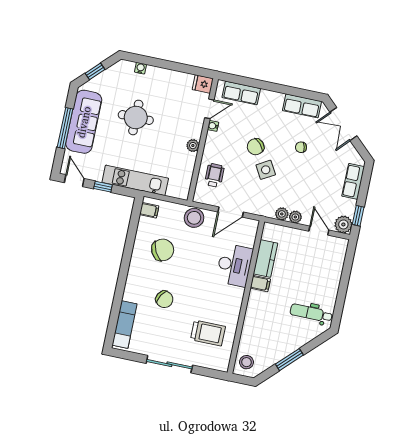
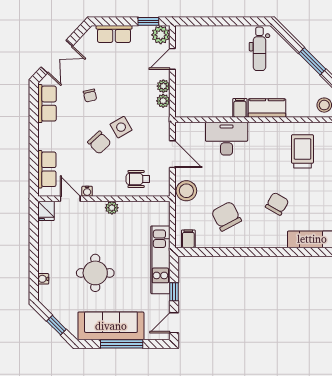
kitchen counter: (265, 258) -> (267, 108), moved

